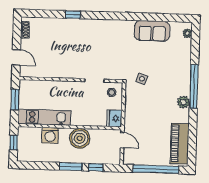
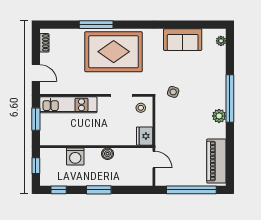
window: (73, 15) -> (96, 25), width x2.17
rug: (88, 40) -> (114, 52), added
kitchen unit: (44, 117) -> (68, 105), moved, turned 180
boiler: (80, 138) -> (108, 154), width x0.54, depth x0.54
window: (96, 167) -> (59, 190), moved

